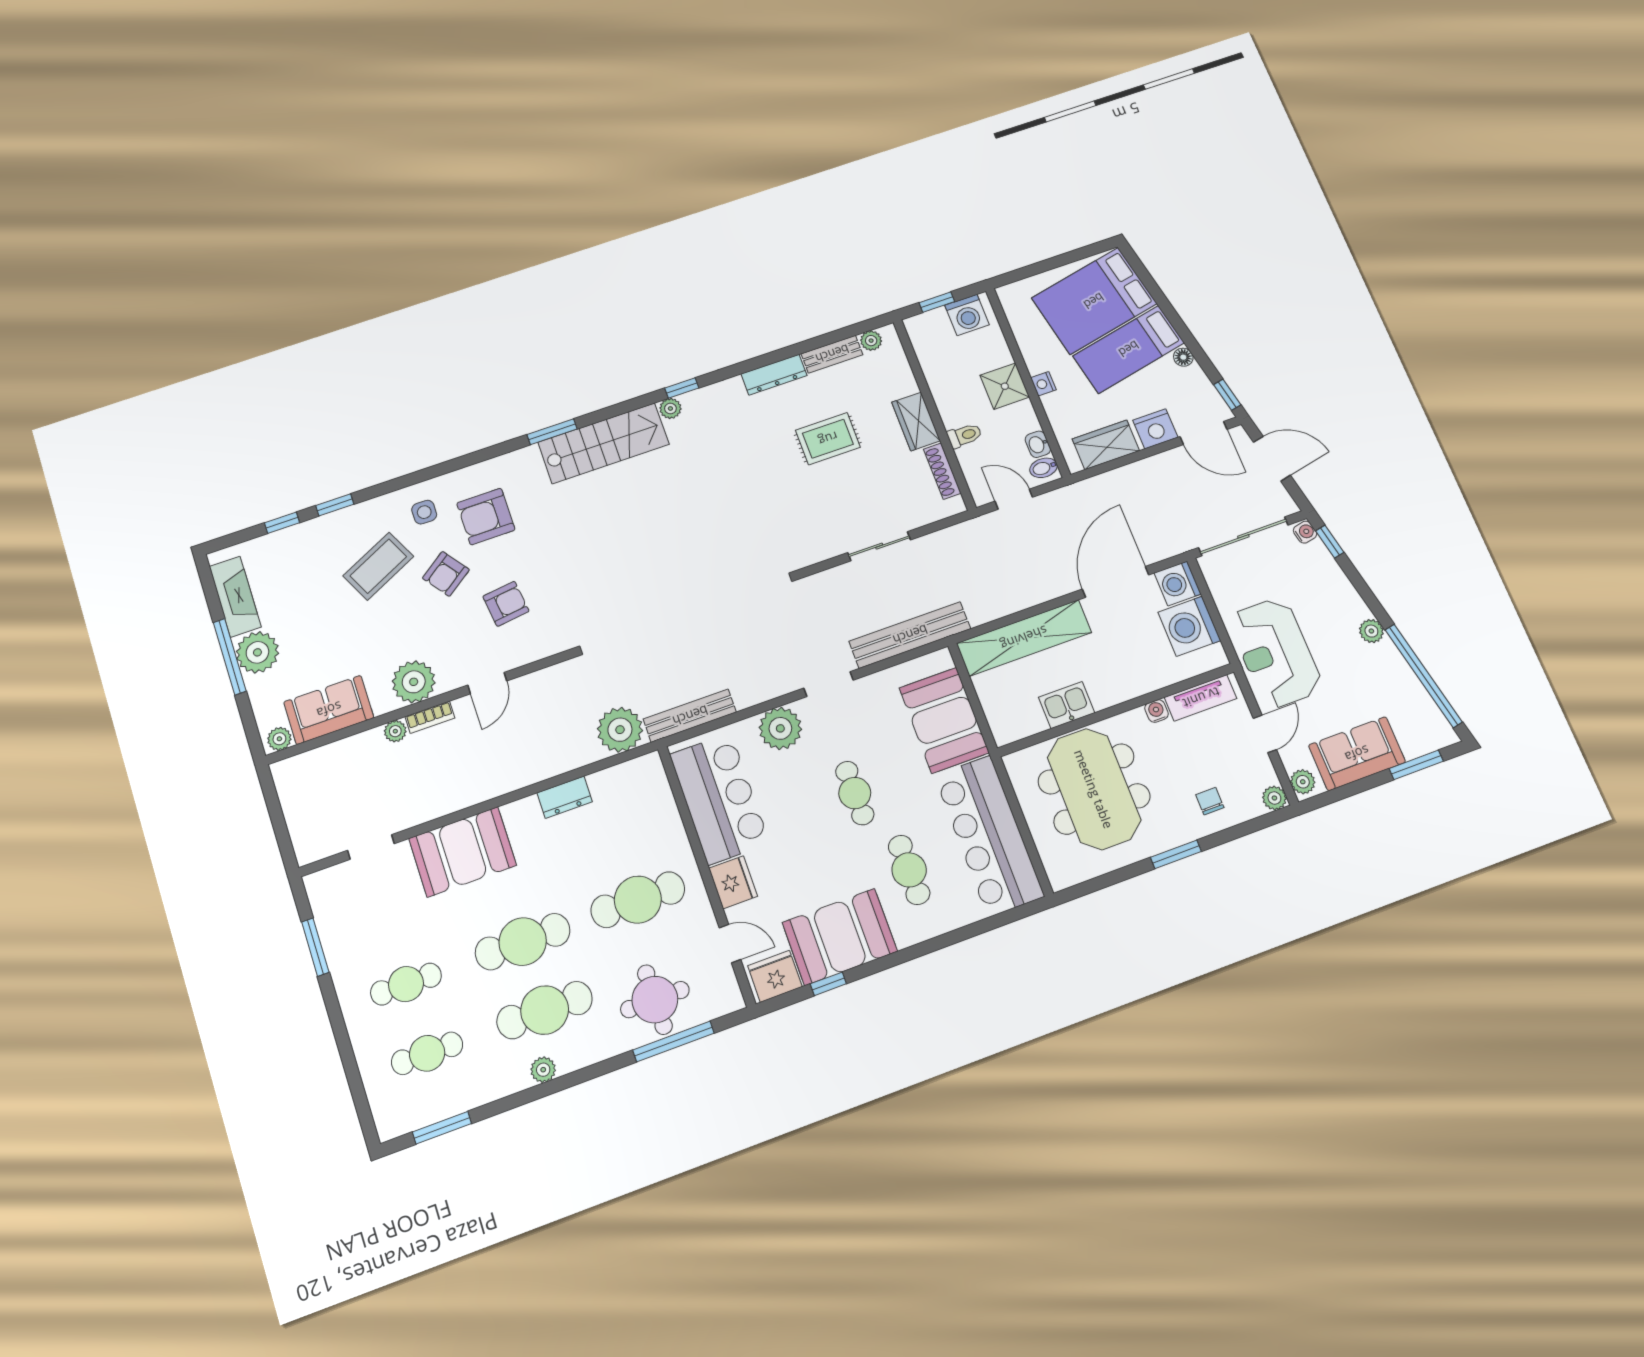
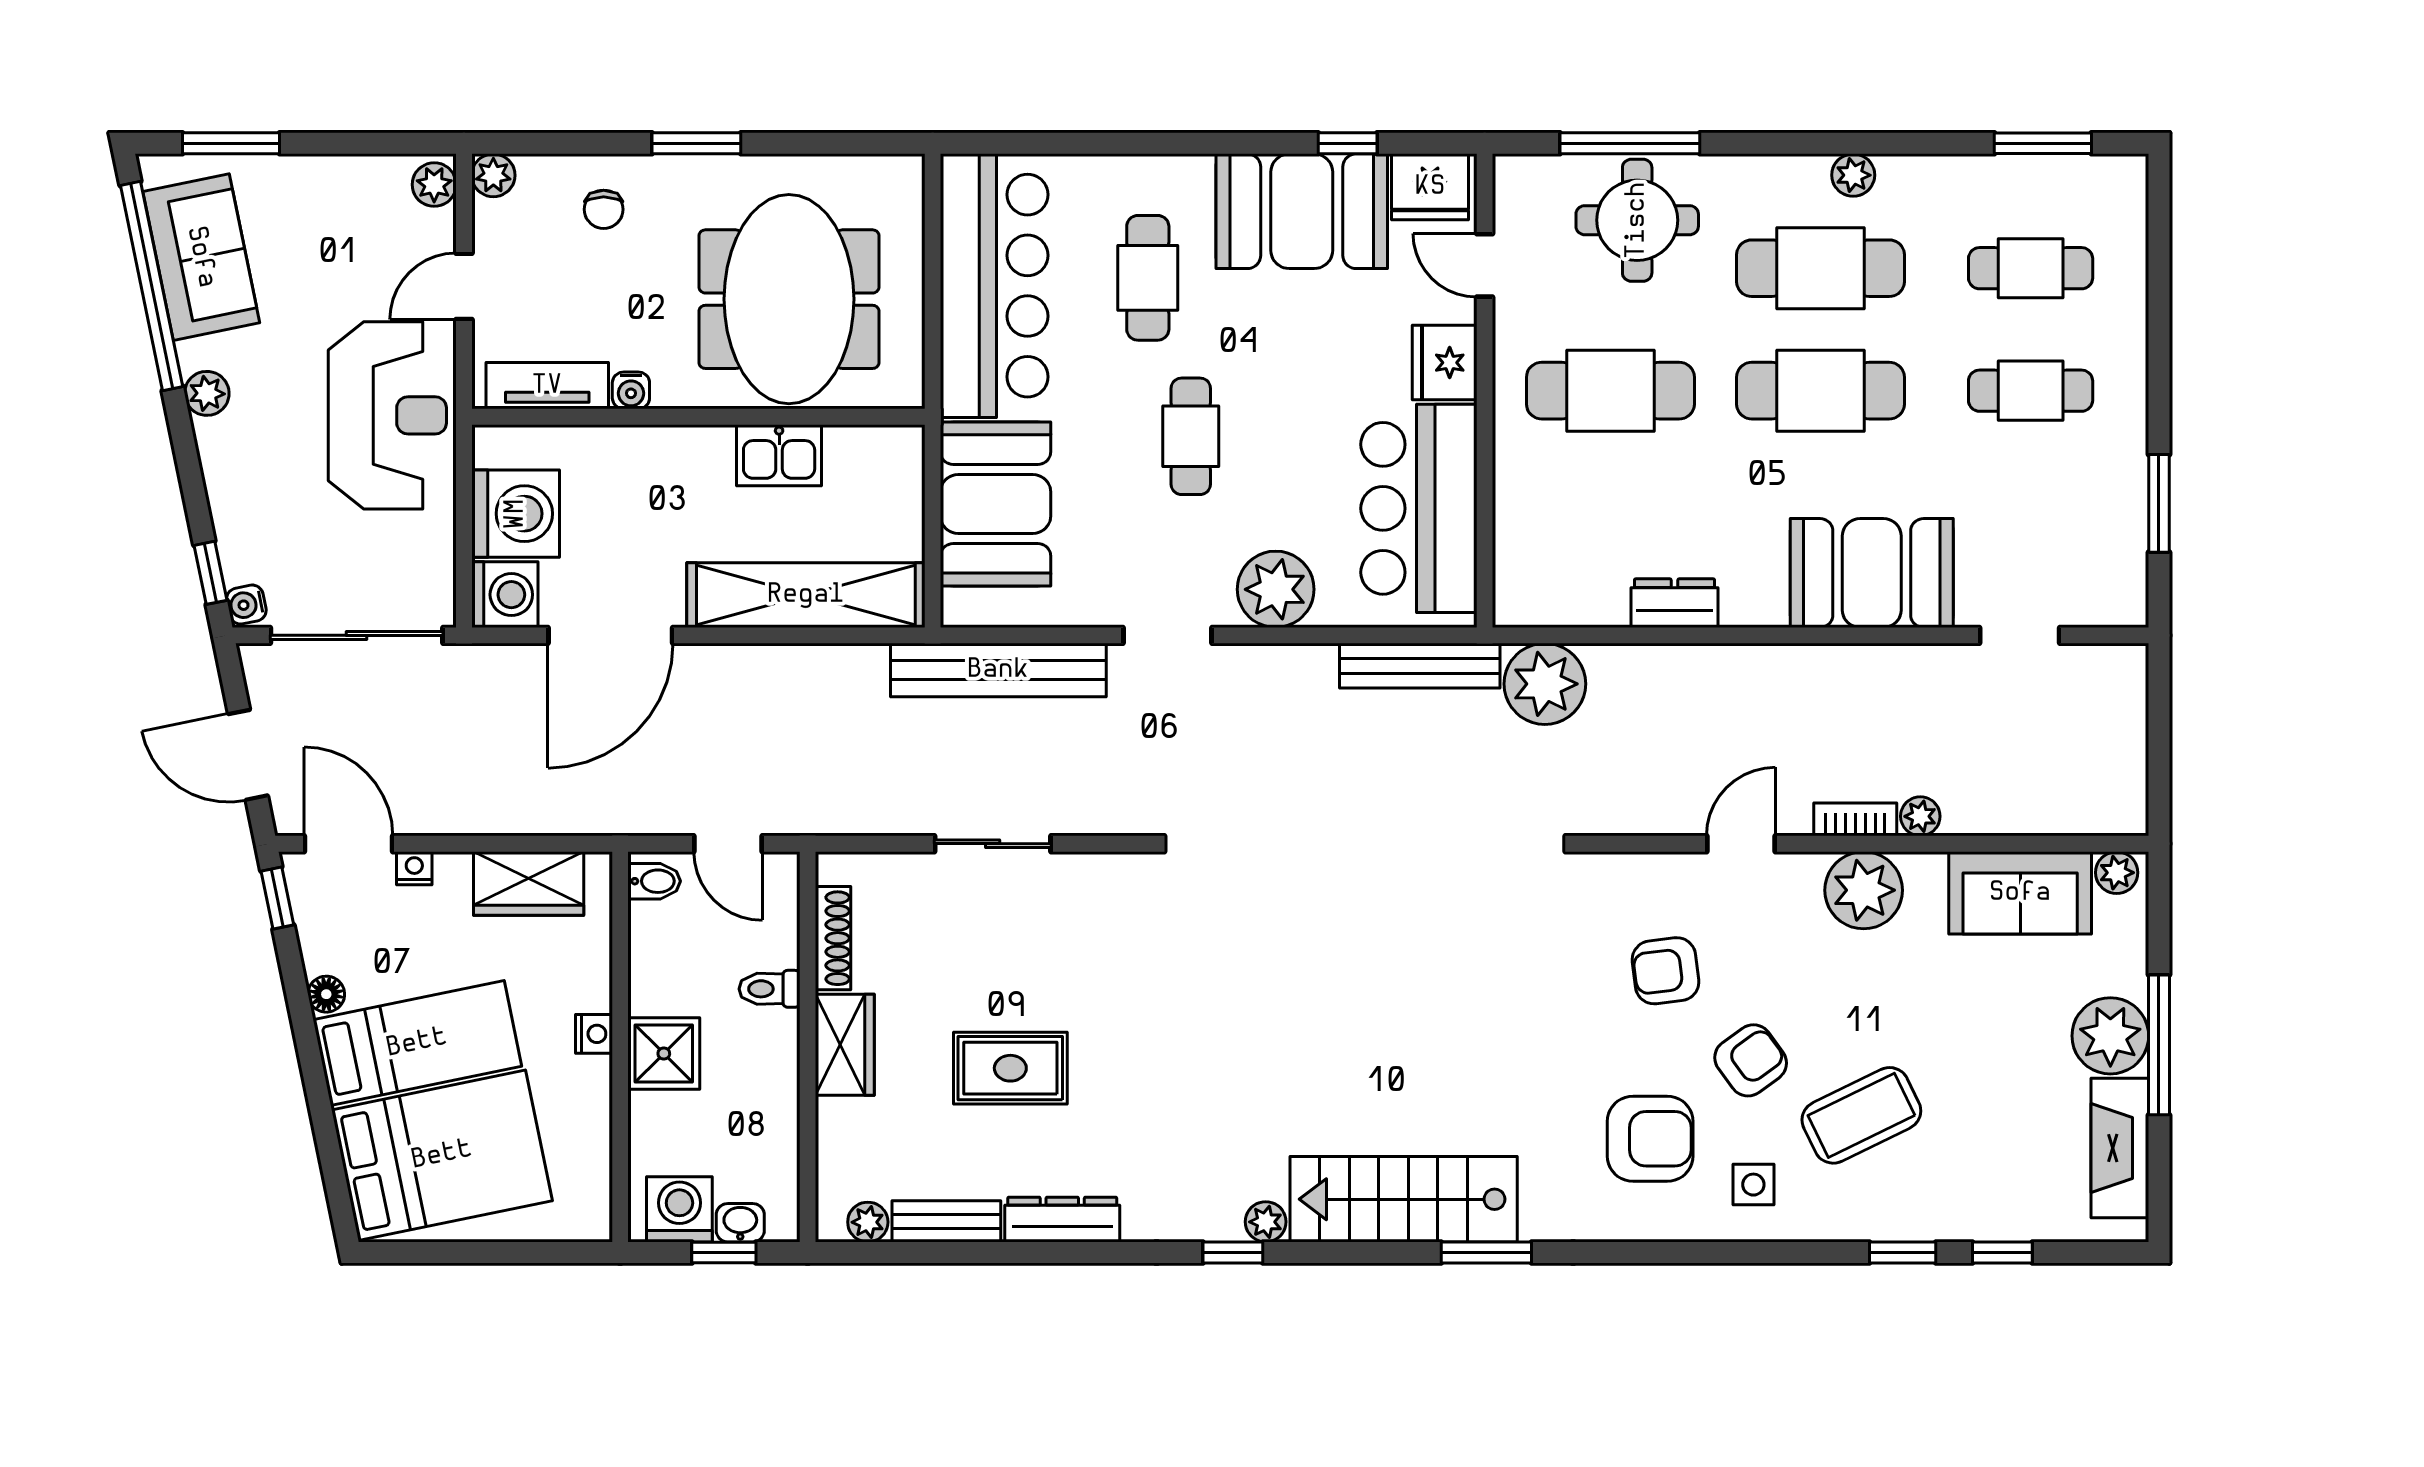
nightstand: (1155, 429) -> (414, 868), width x0.53, depth x0.56
washbasin: (1038, 444) -> (740, 1223), moved, turned -90
sofa: (1357, 754) -> (201, 257), moved, turned -102

